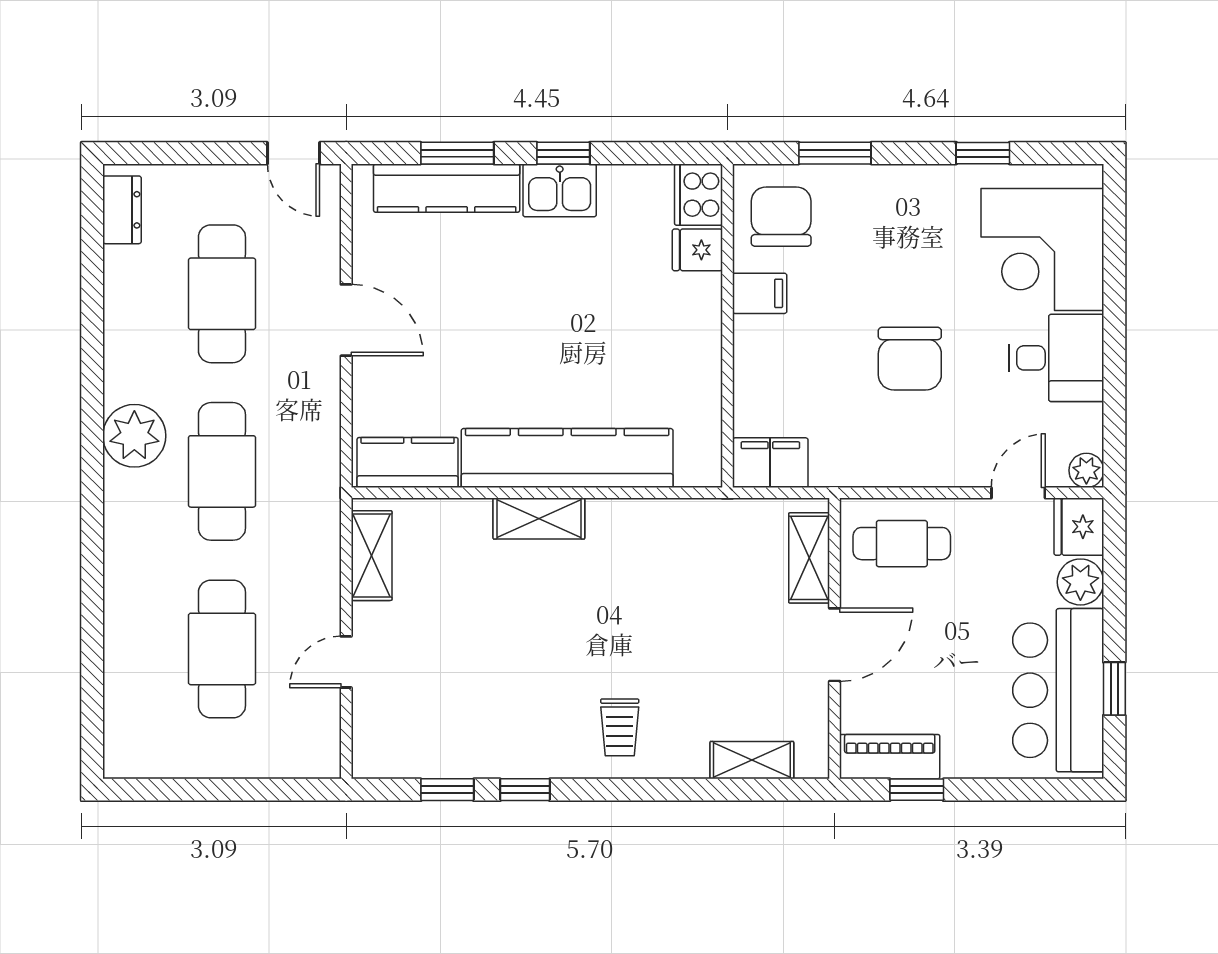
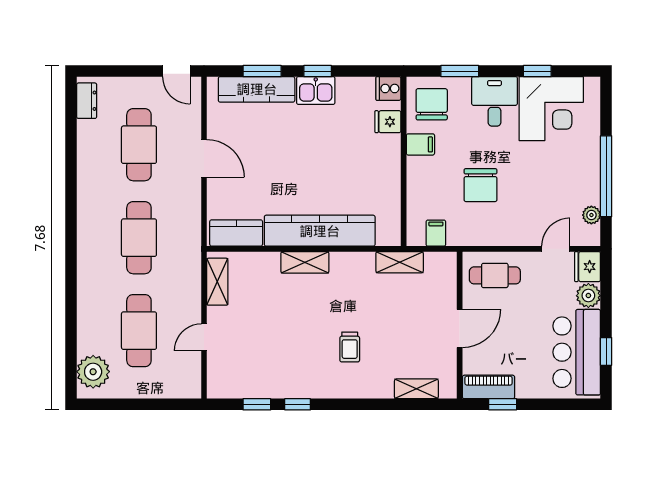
cooker: (698, 195) -> (388, 88), width x0.73
corner desk: (1042, 249) -> (551, 109), moved, turned -90
window: (1114, 354) -> (606, 176), added
desk: (1056, 358) -> (494, 101), moved, turned -90
chair: (910, 359) -> (481, 185), moved
plant: (134, 436) -> (93, 372), moved
filing cabinet: (770, 463) -> (436, 233), width x0.50
plant: (1086, 470) -> (591, 215), moved
shelving: (809, 558) -> (400, 262), moved, turned 90
trolley: (620, 727) -> (350, 347), moved

